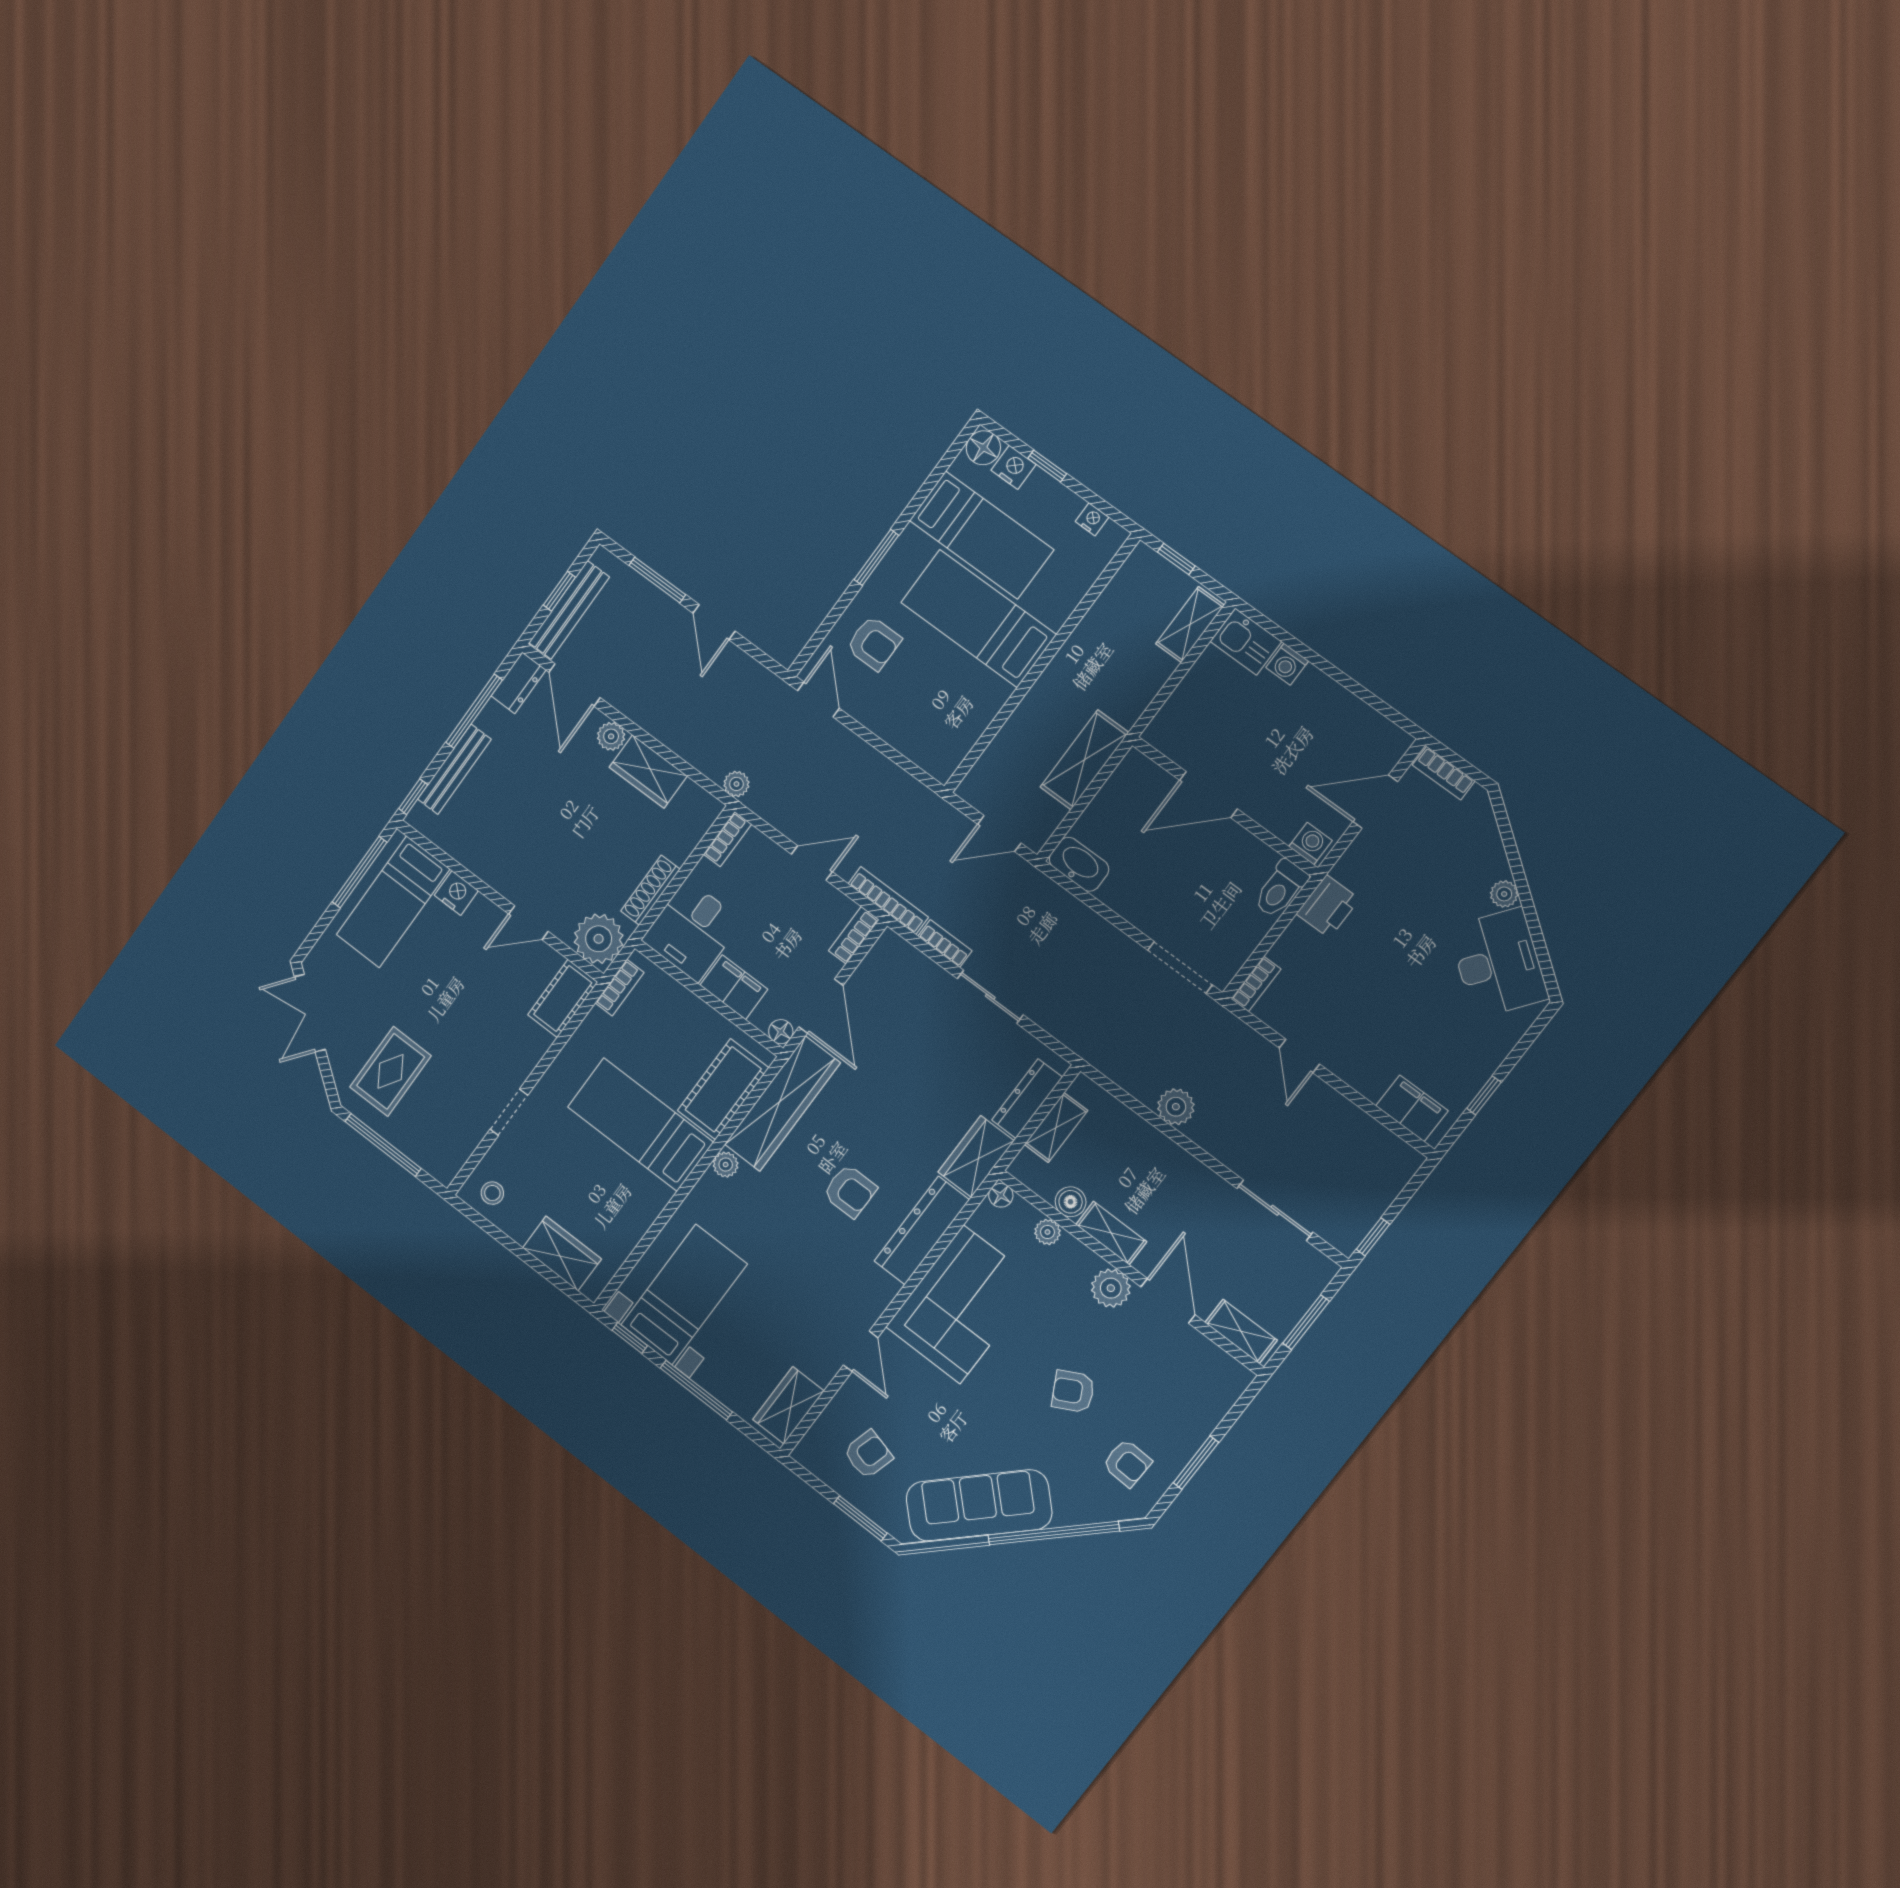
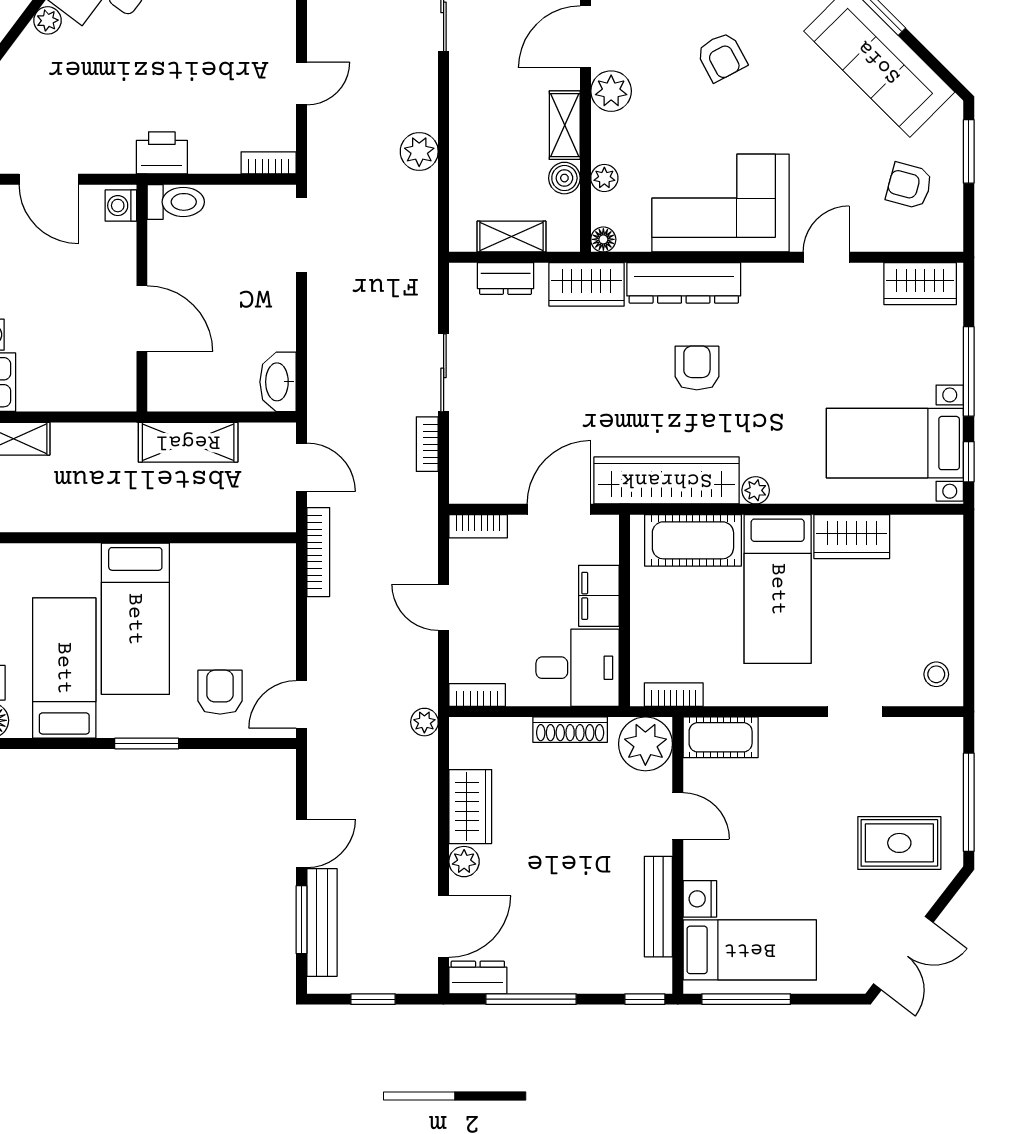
bench: (569, 610) -> (322, 923), moved, turned 90
bench: (454, 769) -> (658, 907), moved, turned 90
bookcase: (888, 900) -> (318, 552), moved, turned 180
floor lamp: (781, 1032) -> (606, 527), removed
dresser: (1027, 1099) -> (506, 278), width x0.70
wardrobe: (562, 1253) -> (852, 537), moved, turned -90

